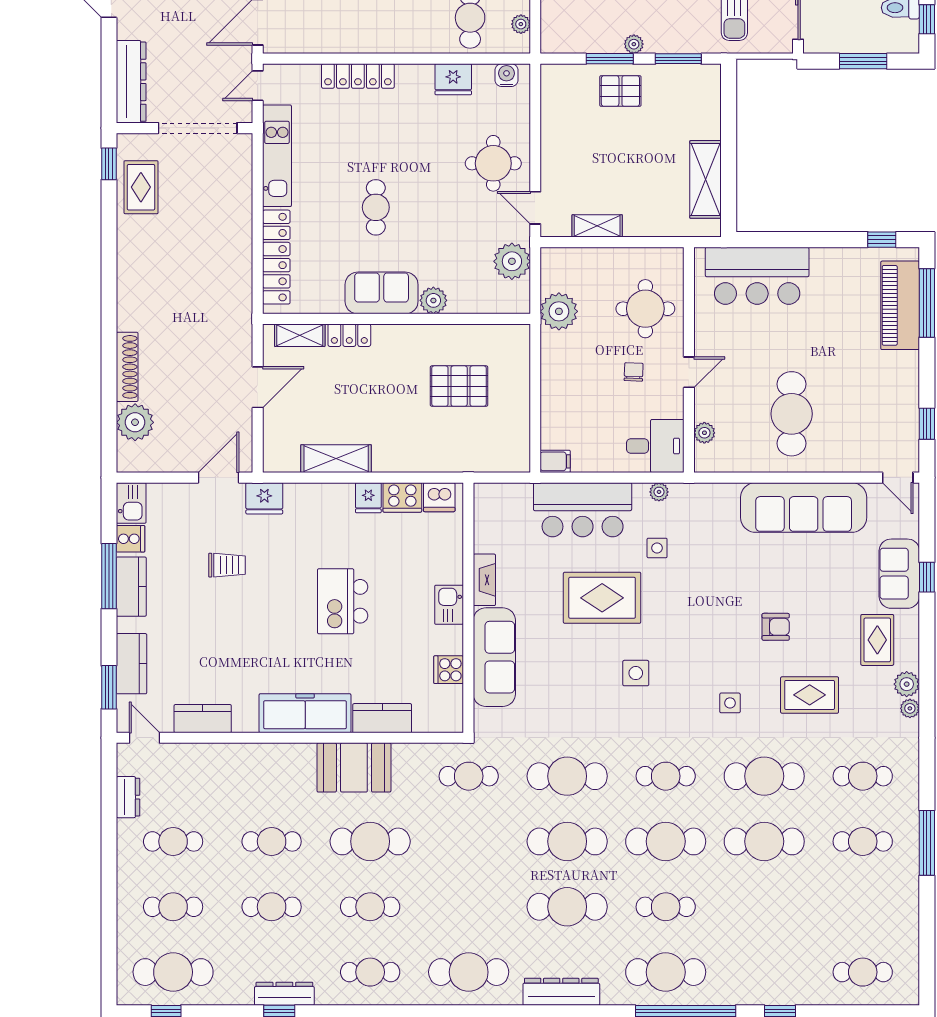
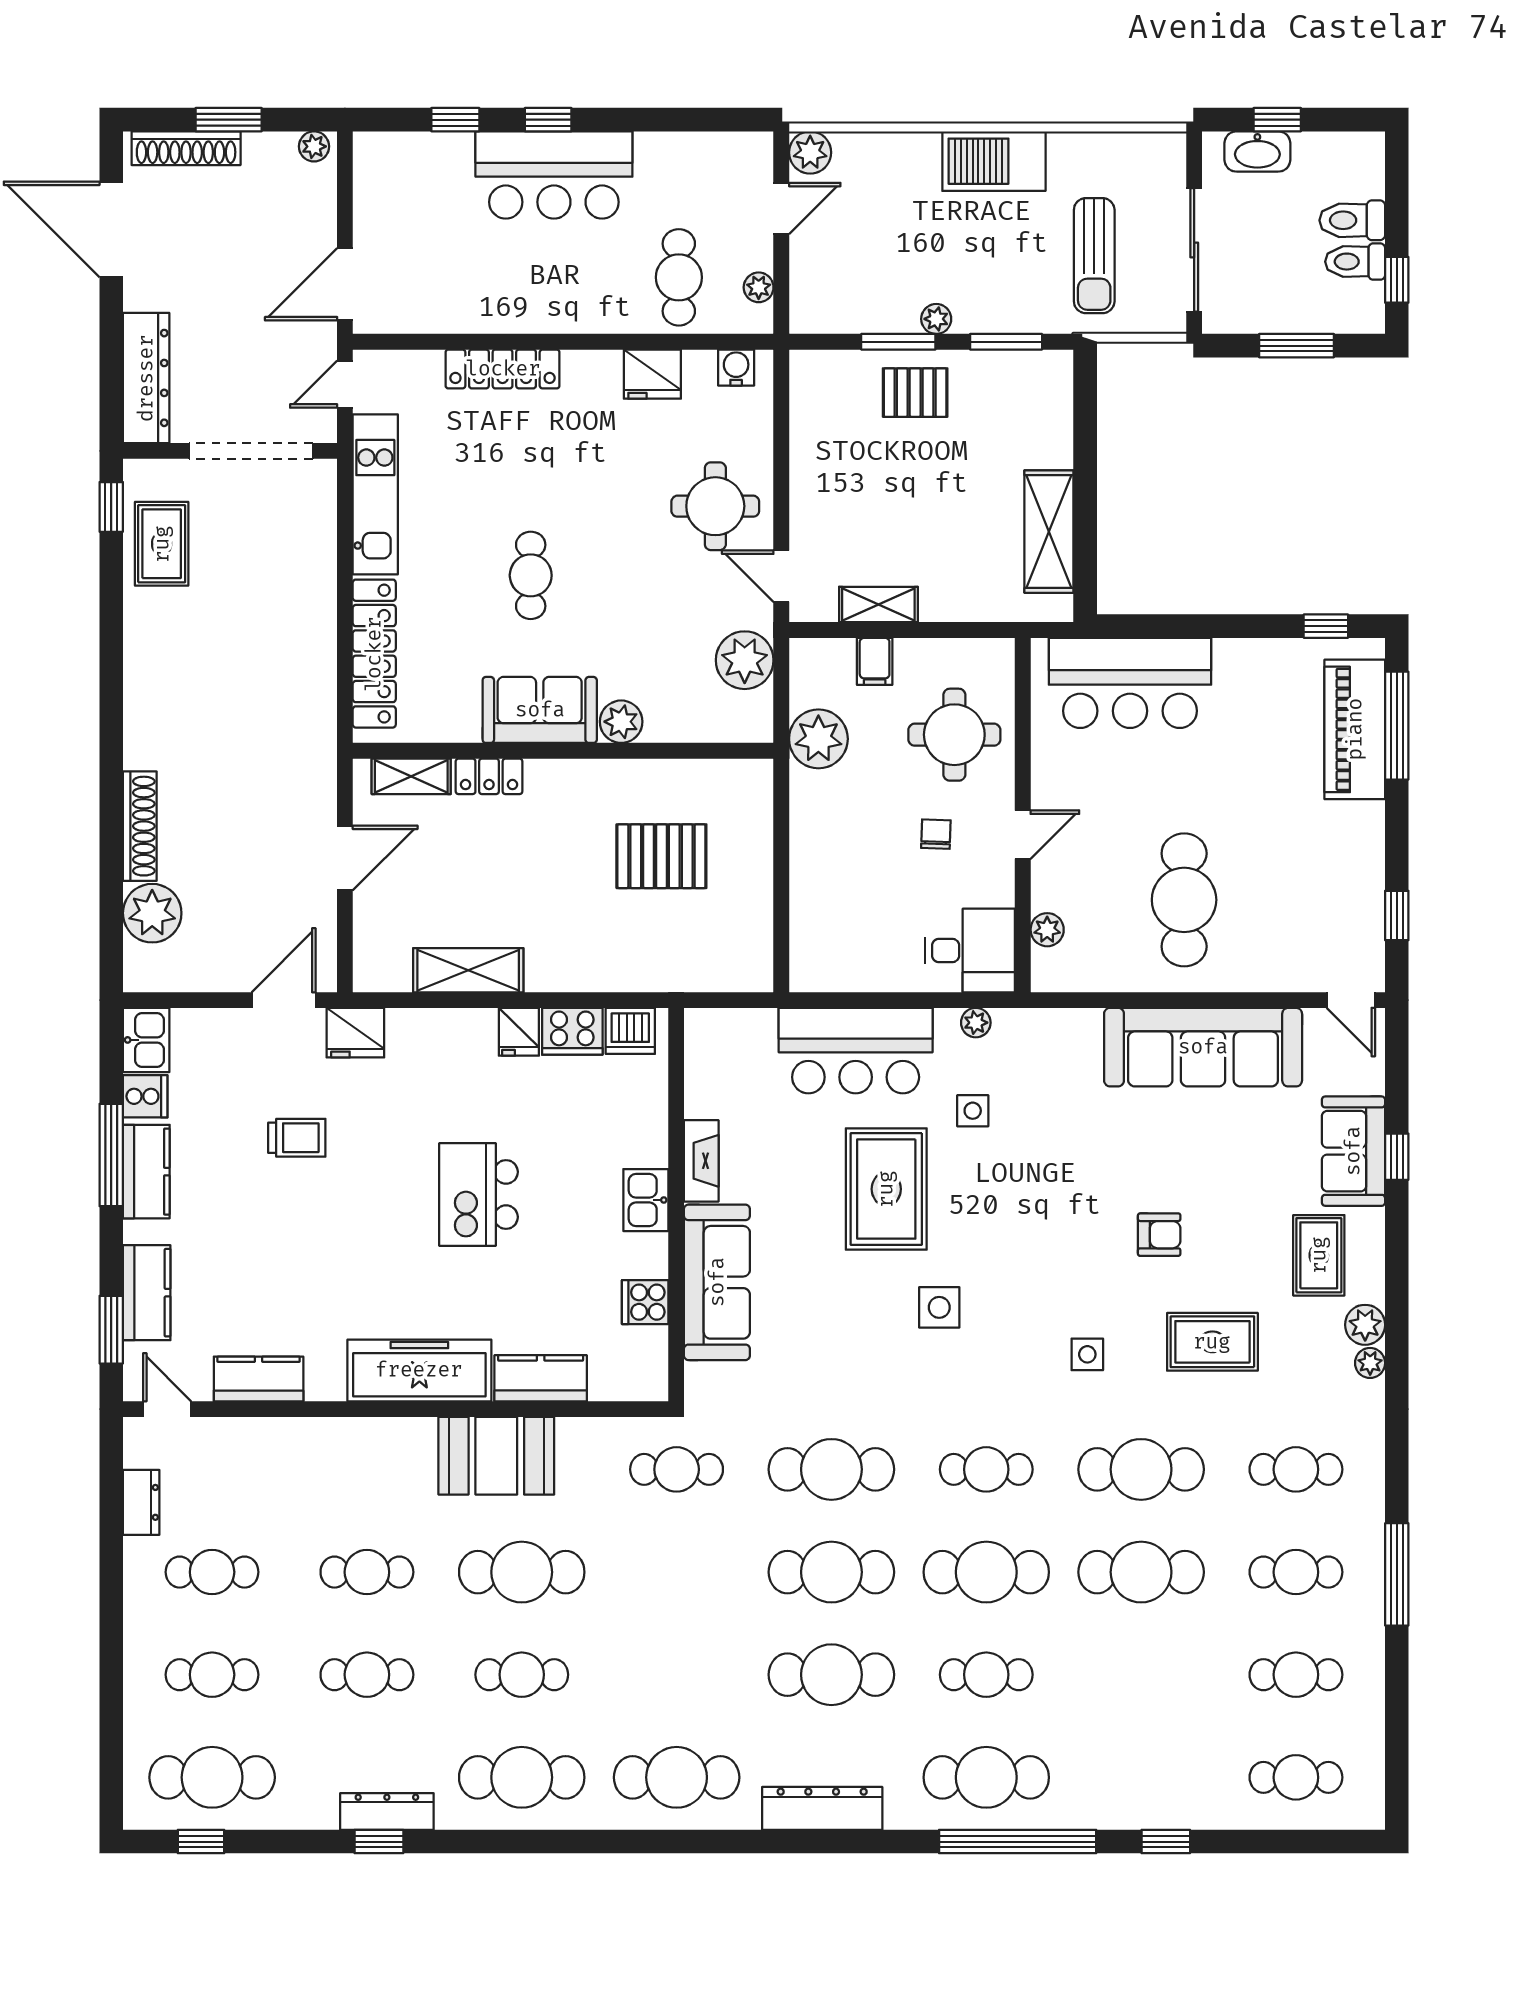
filing cabinet: (555, 461) -> (875, 661), moved, turned 90
rug: (602, 598) -> (886, 1189), turned 90
cafe table: (863, 907) -> (1296, 1675), added
cafe table: (370, 972) -> (522, 1777), width x1.37, depth x1.35

